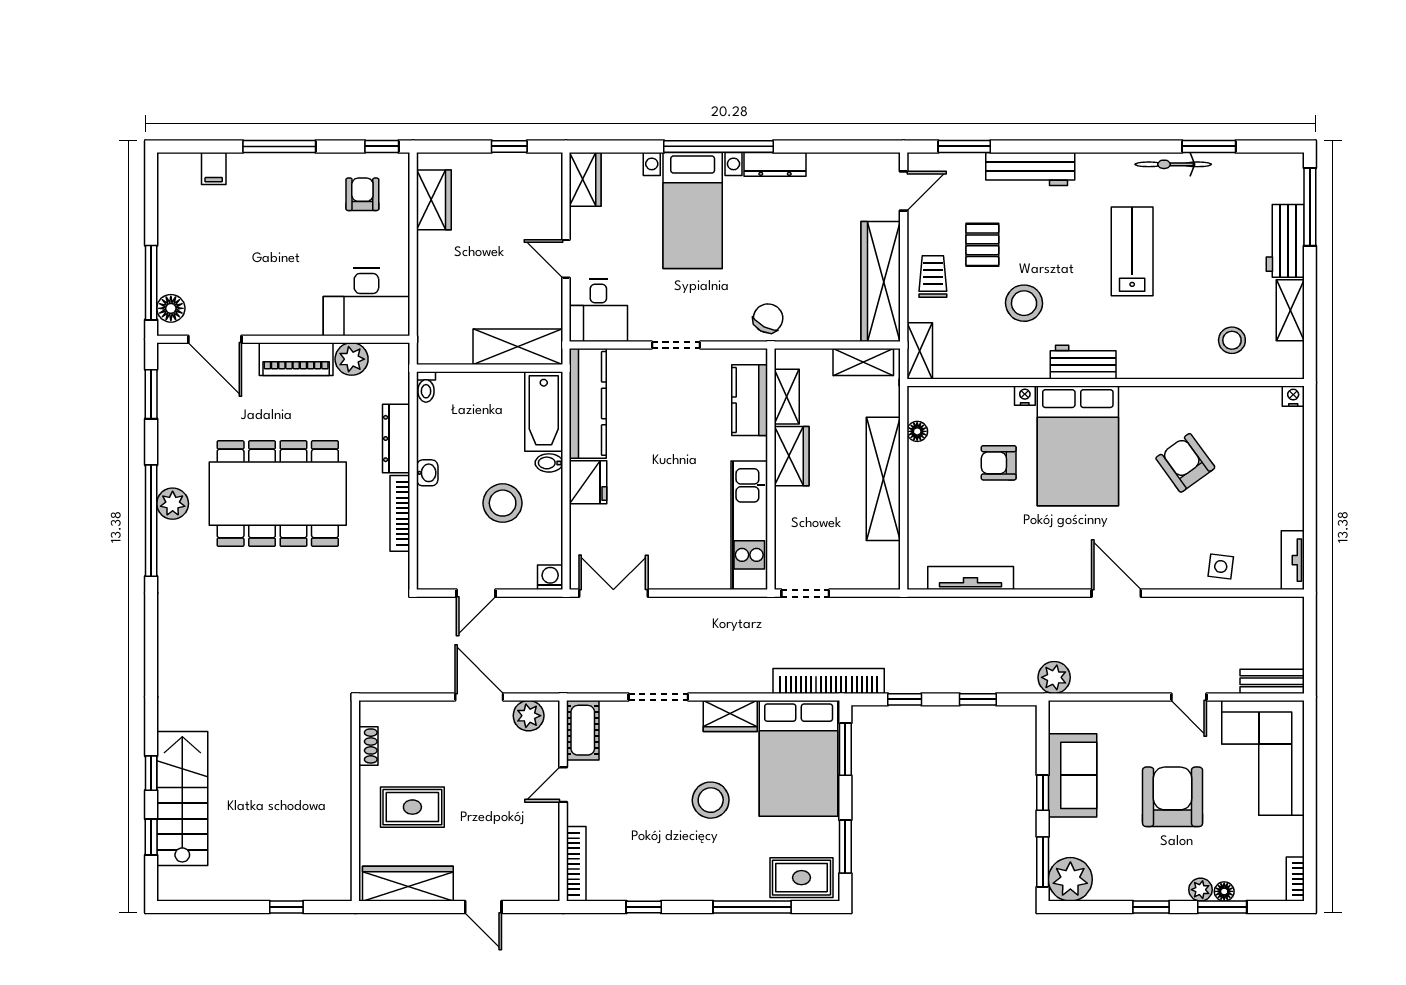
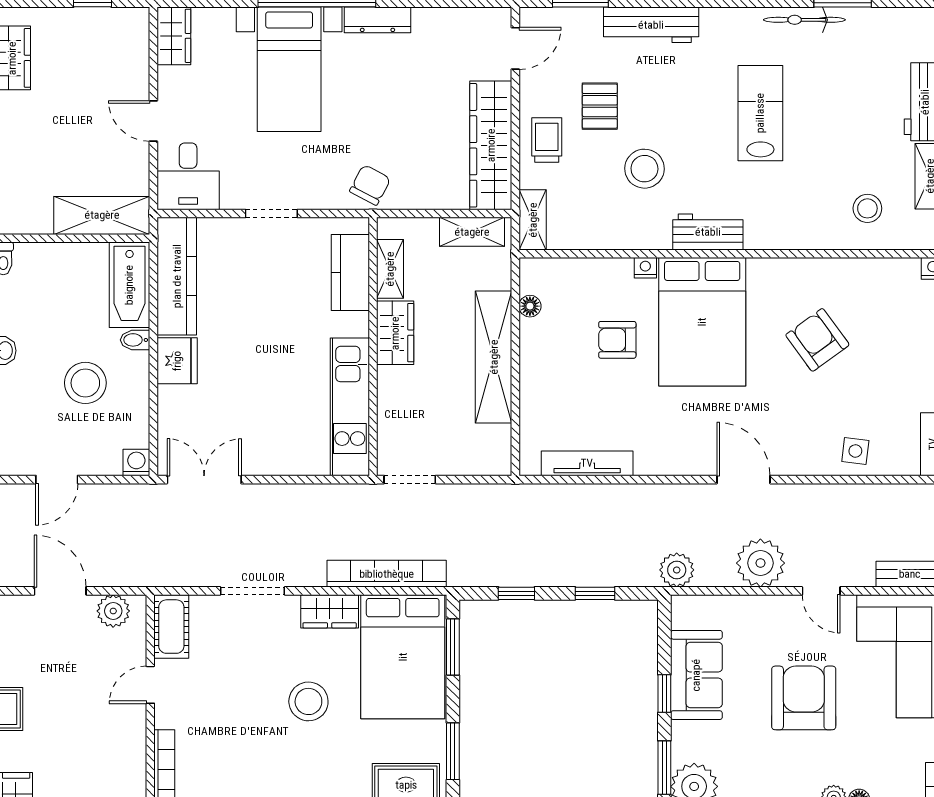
plant: (1132, 671) -> (760, 563), added
bookcase: (829, 681) -> (387, 574), moved

